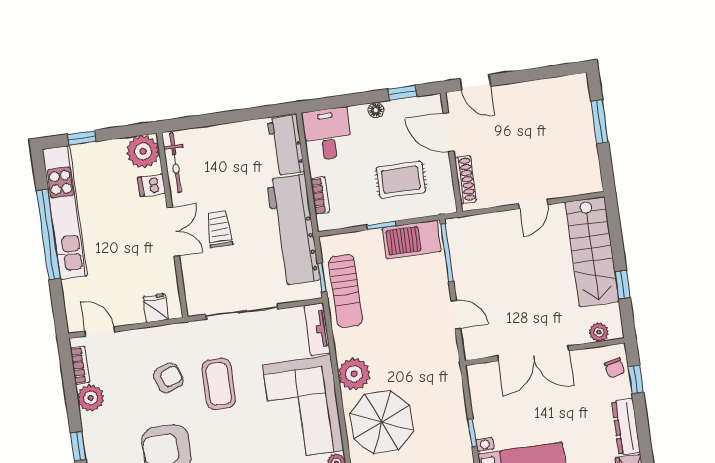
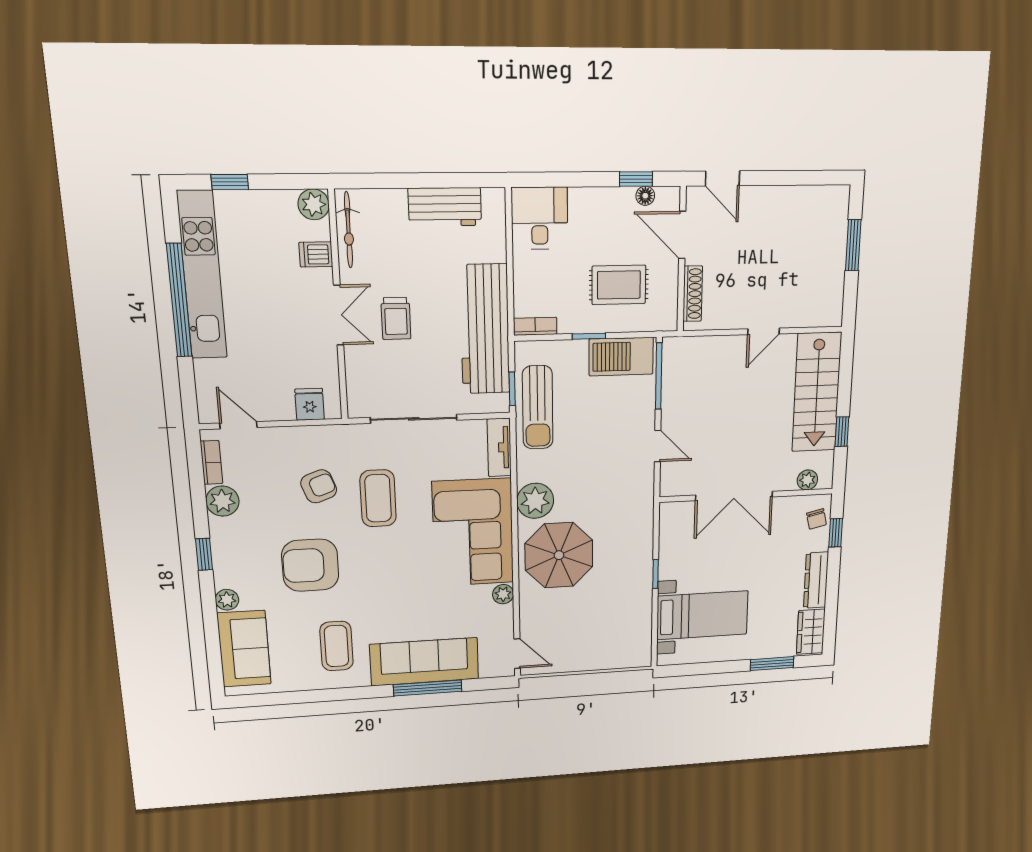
floor lamp: (376, 110) -> (645, 196), moved
workbench: (286, 145) -> (445, 207), moved, turned -90
plant: (143, 151) -> (314, 204), width x0.73, depth x0.73
bookcase: (320, 195) -> (535, 326), moved, turned -90
trolley: (219, 229) -> (396, 318), turned 180

